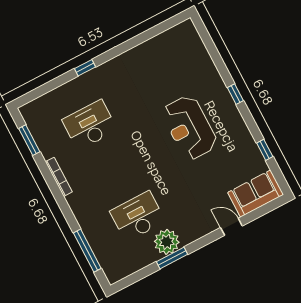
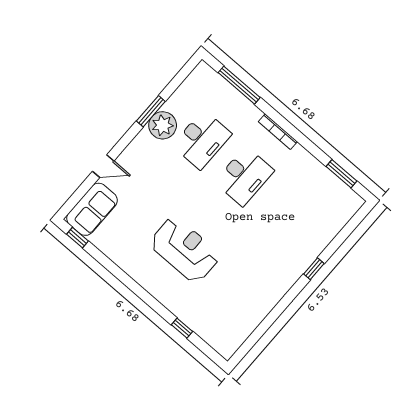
window: (235, 94) -> (182, 328), moved
desk: (90, 125) -> (244, 176), moved
window: (265, 150) -> (77, 238), moved
bookcase: (59, 177) -> (278, 132), moved

